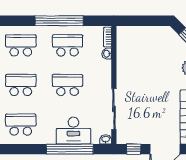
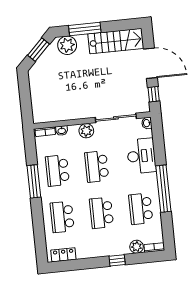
window: (59, 21) -> (34, 181), width x0.68
plant: (104, 78) -> (86, 131), added
window: (70, 149) -> (163, 189), moved

